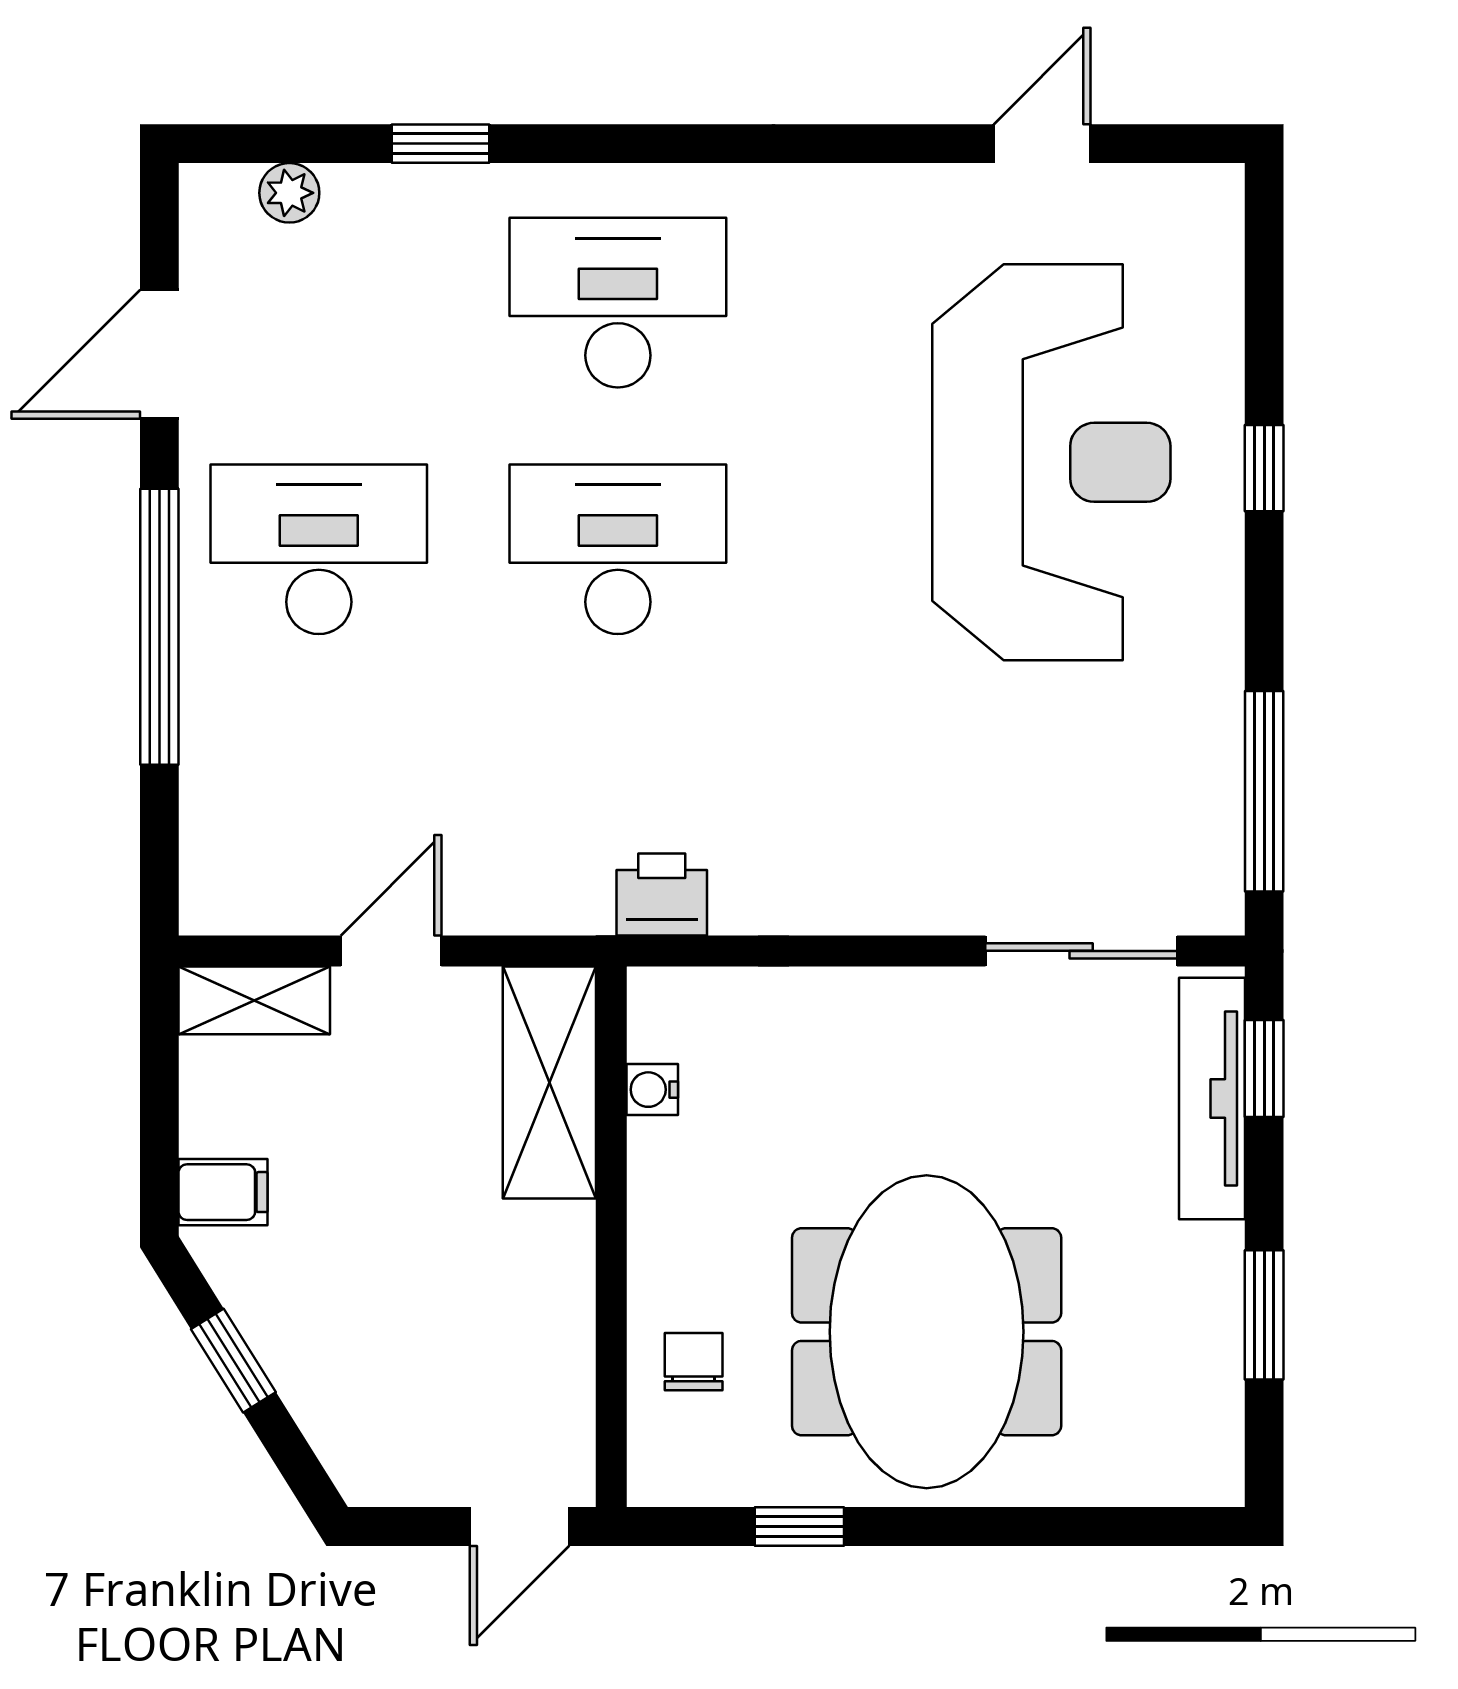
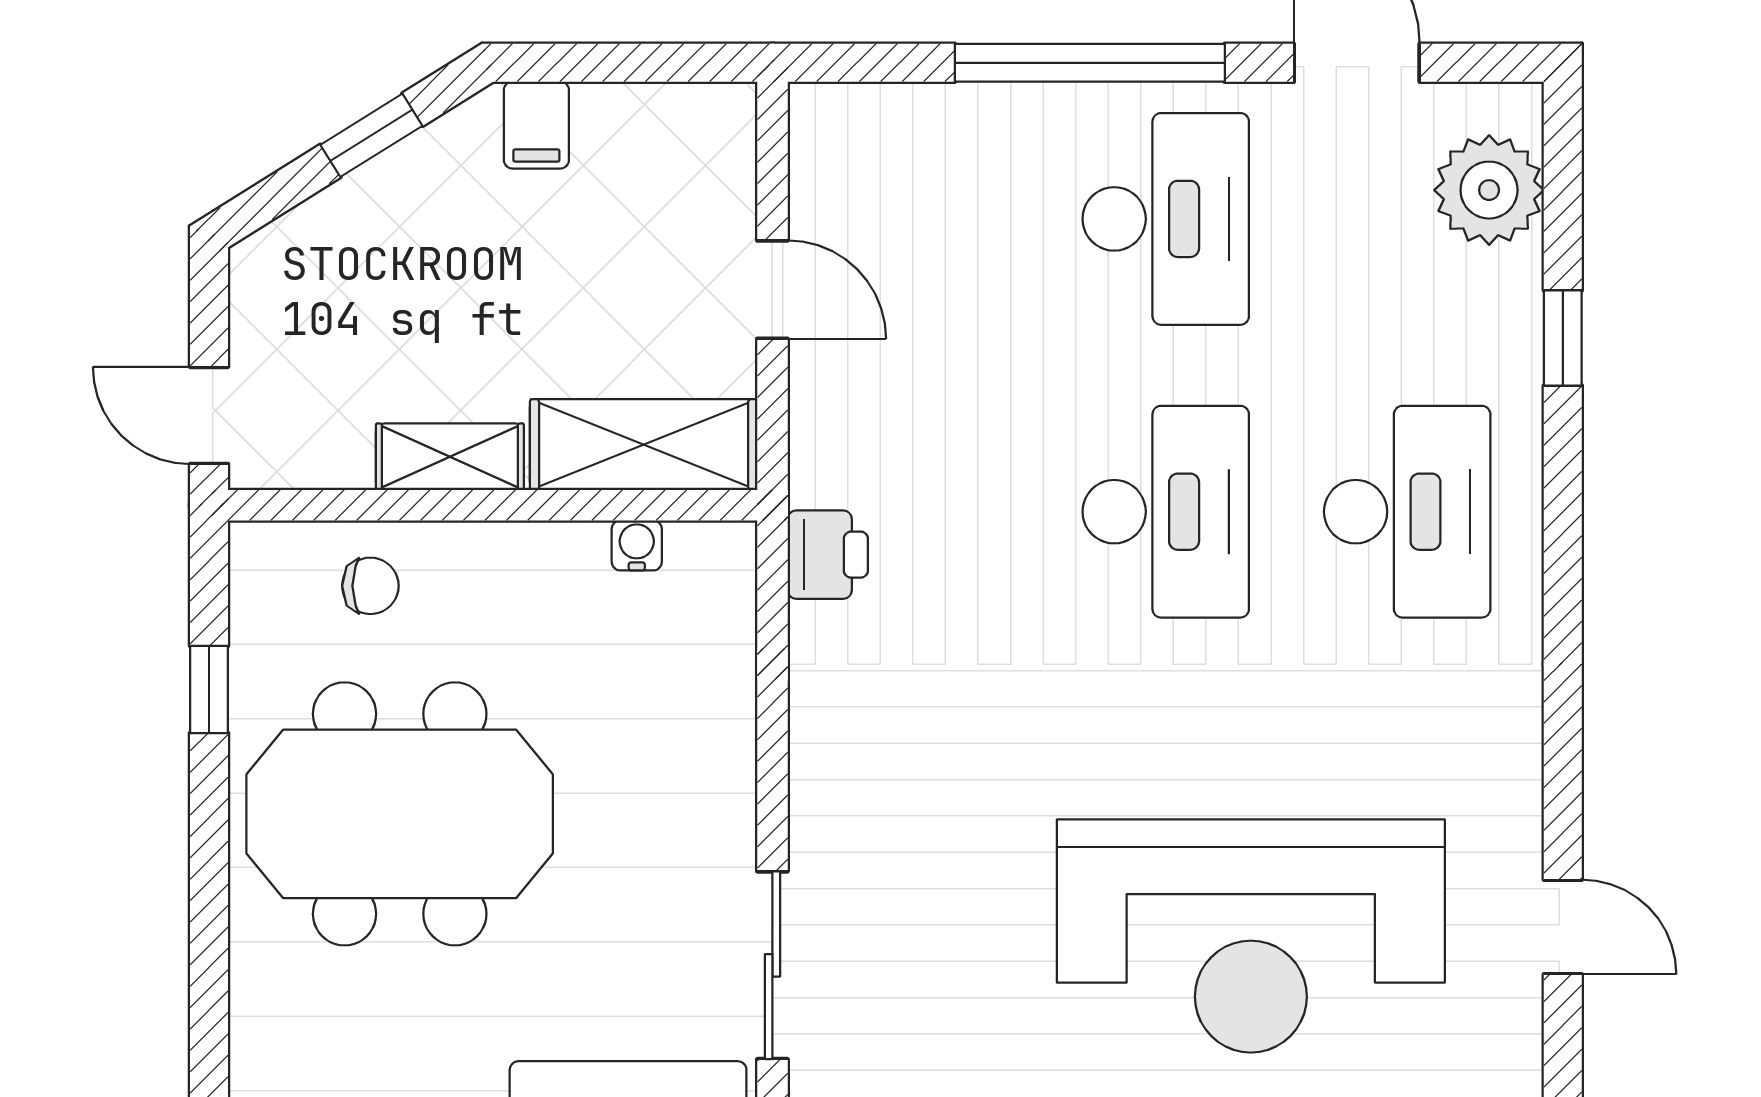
plant: (289, 193) -> (1489, 190), width x1.88, depth x1.88
shelving: (254, 1000) -> (450, 457), moved, turned 90

